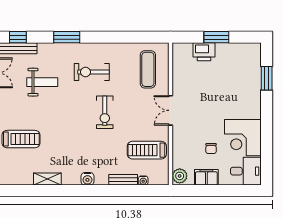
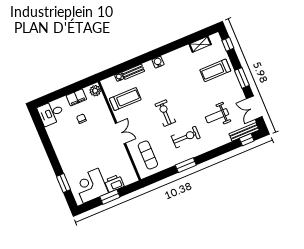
window: (67, 37) -> (186, 165), moved
corner desk: (243, 138) -> (91, 186), moved, turned -90
shelving: (47, 179) -> (200, 44), moved

